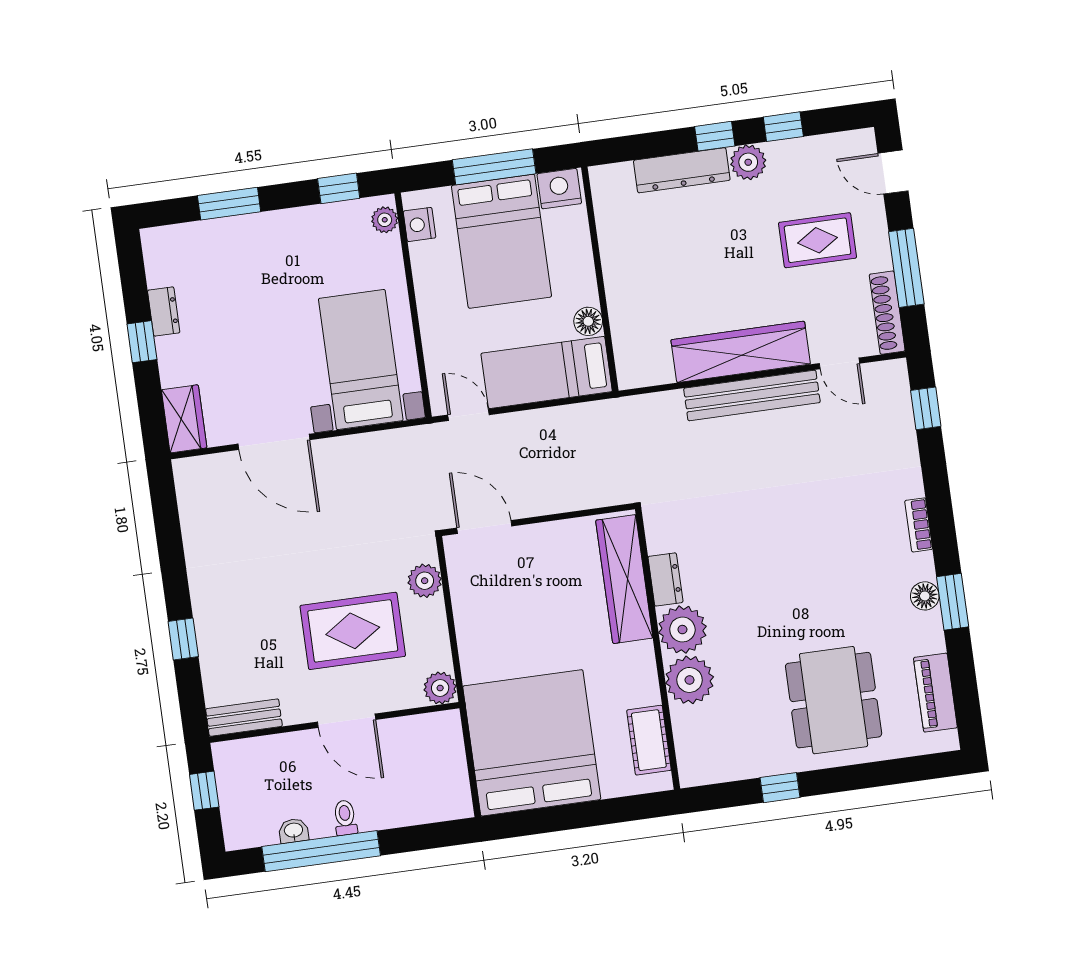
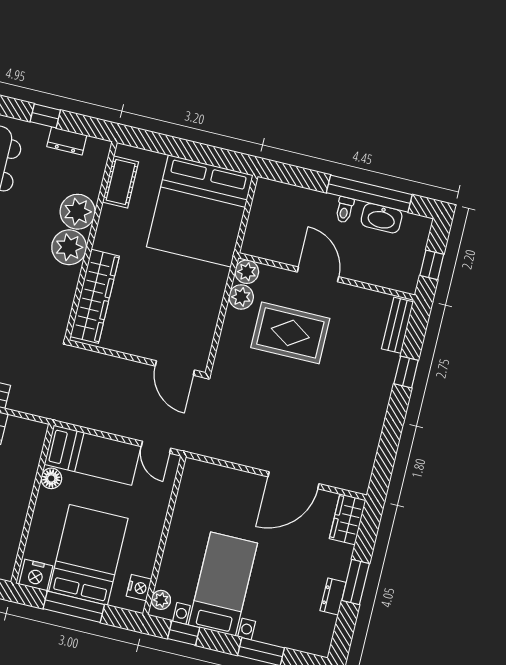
window: (142, 342) -> (356, 582), width x1.50
bed with nightstands: (361, 360) -> (223, 584), moved, turned 180
door: (274, 442) -> (293, 480), swing flipped
dresser: (665, 579) -> (67, 141), moved, turned -90
plant: (425, 581) -> (241, 297), moved
bench: (244, 718) -> (398, 325), moved, turned 90
washbasin: (294, 831) -> (382, 218), width x1.91, depth x1.45

